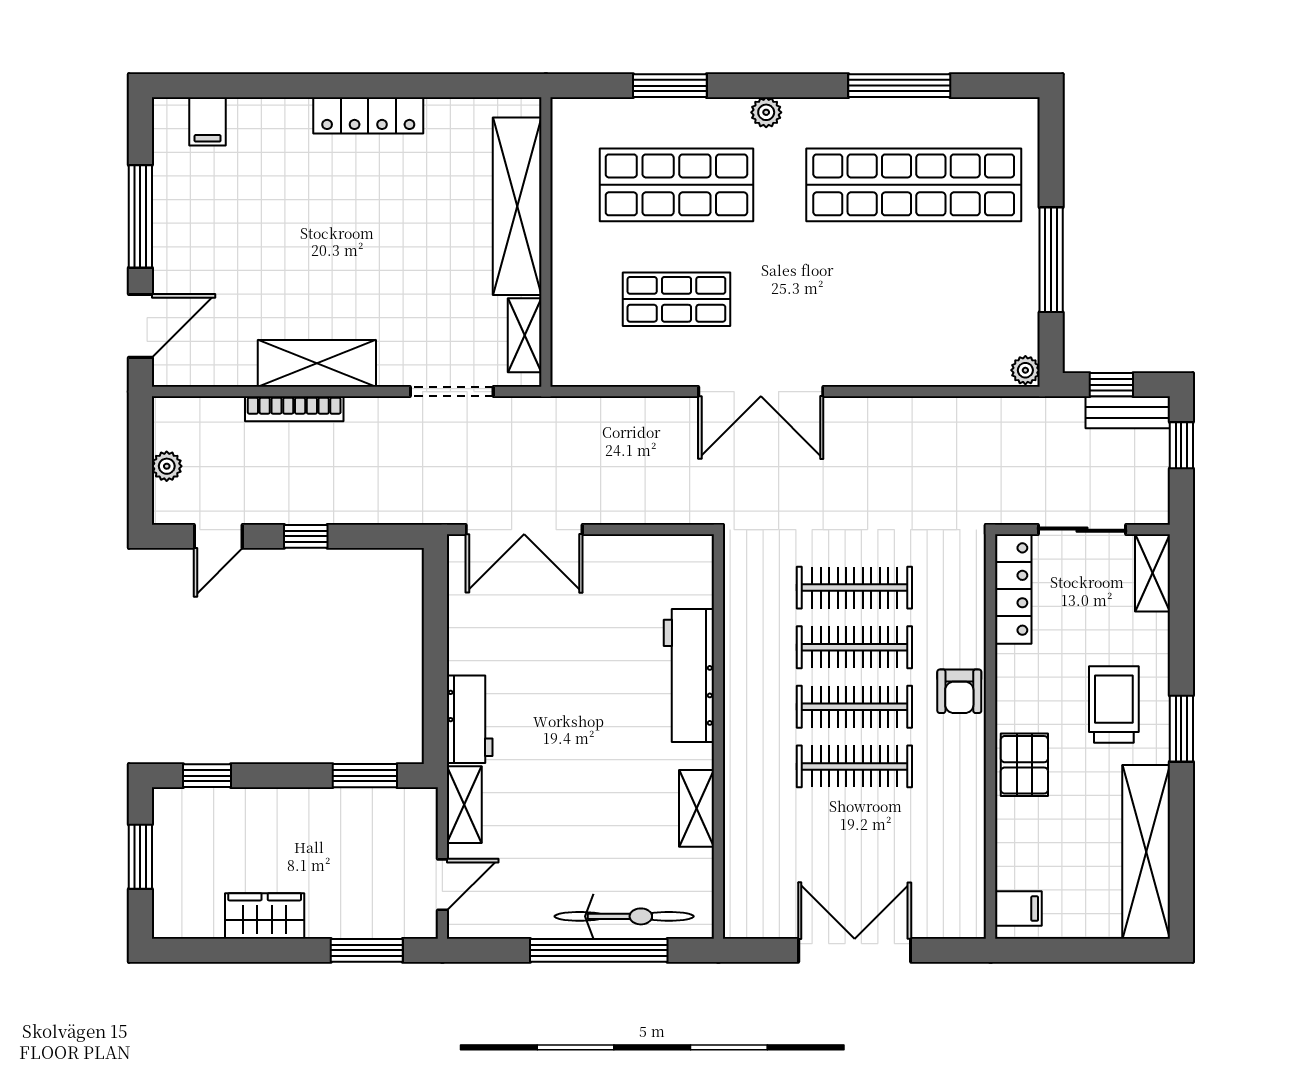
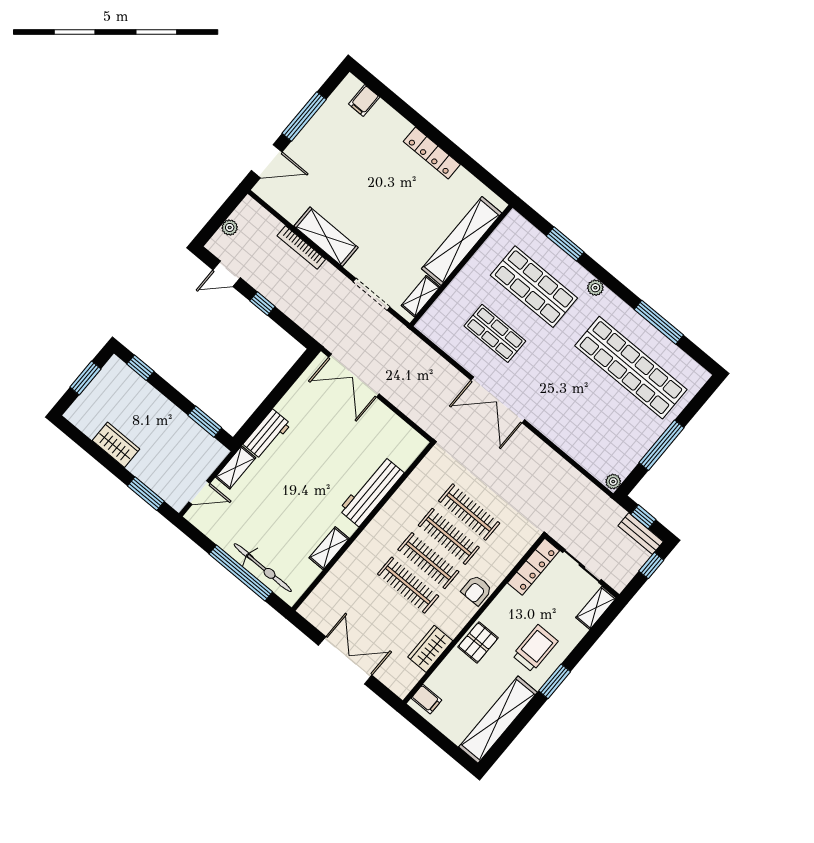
wardrobe: (963, 832) -> (430, 649), added

